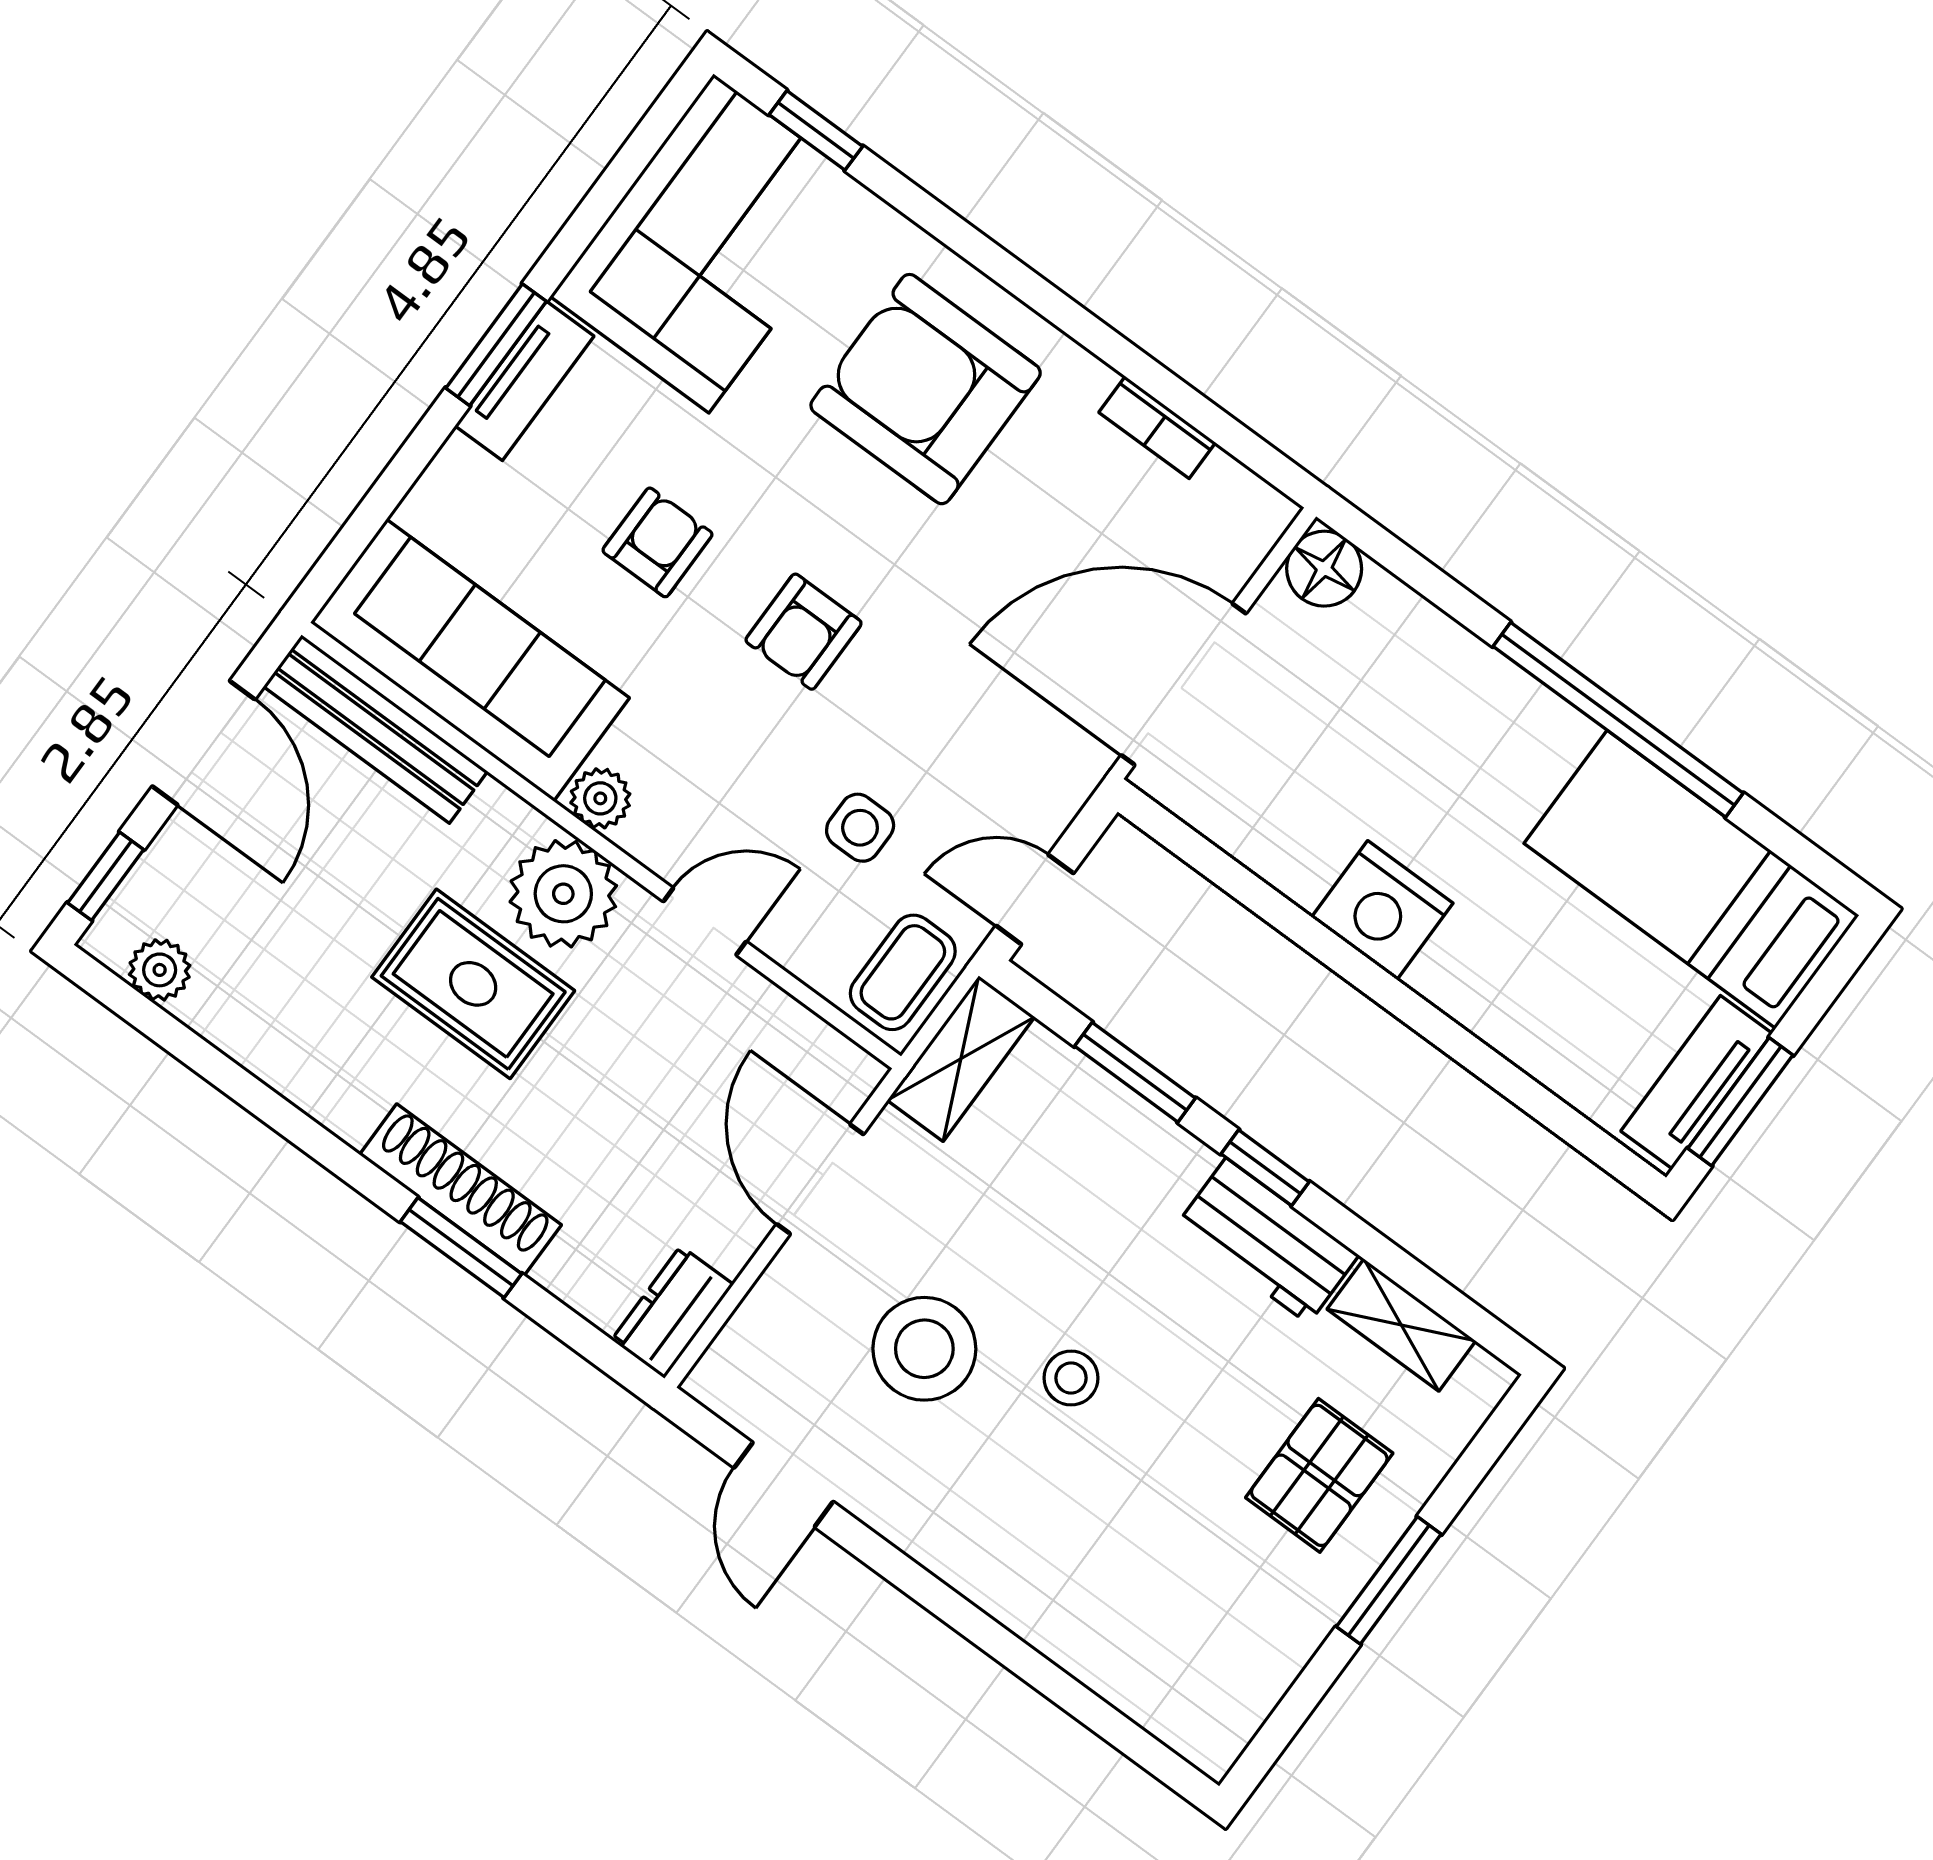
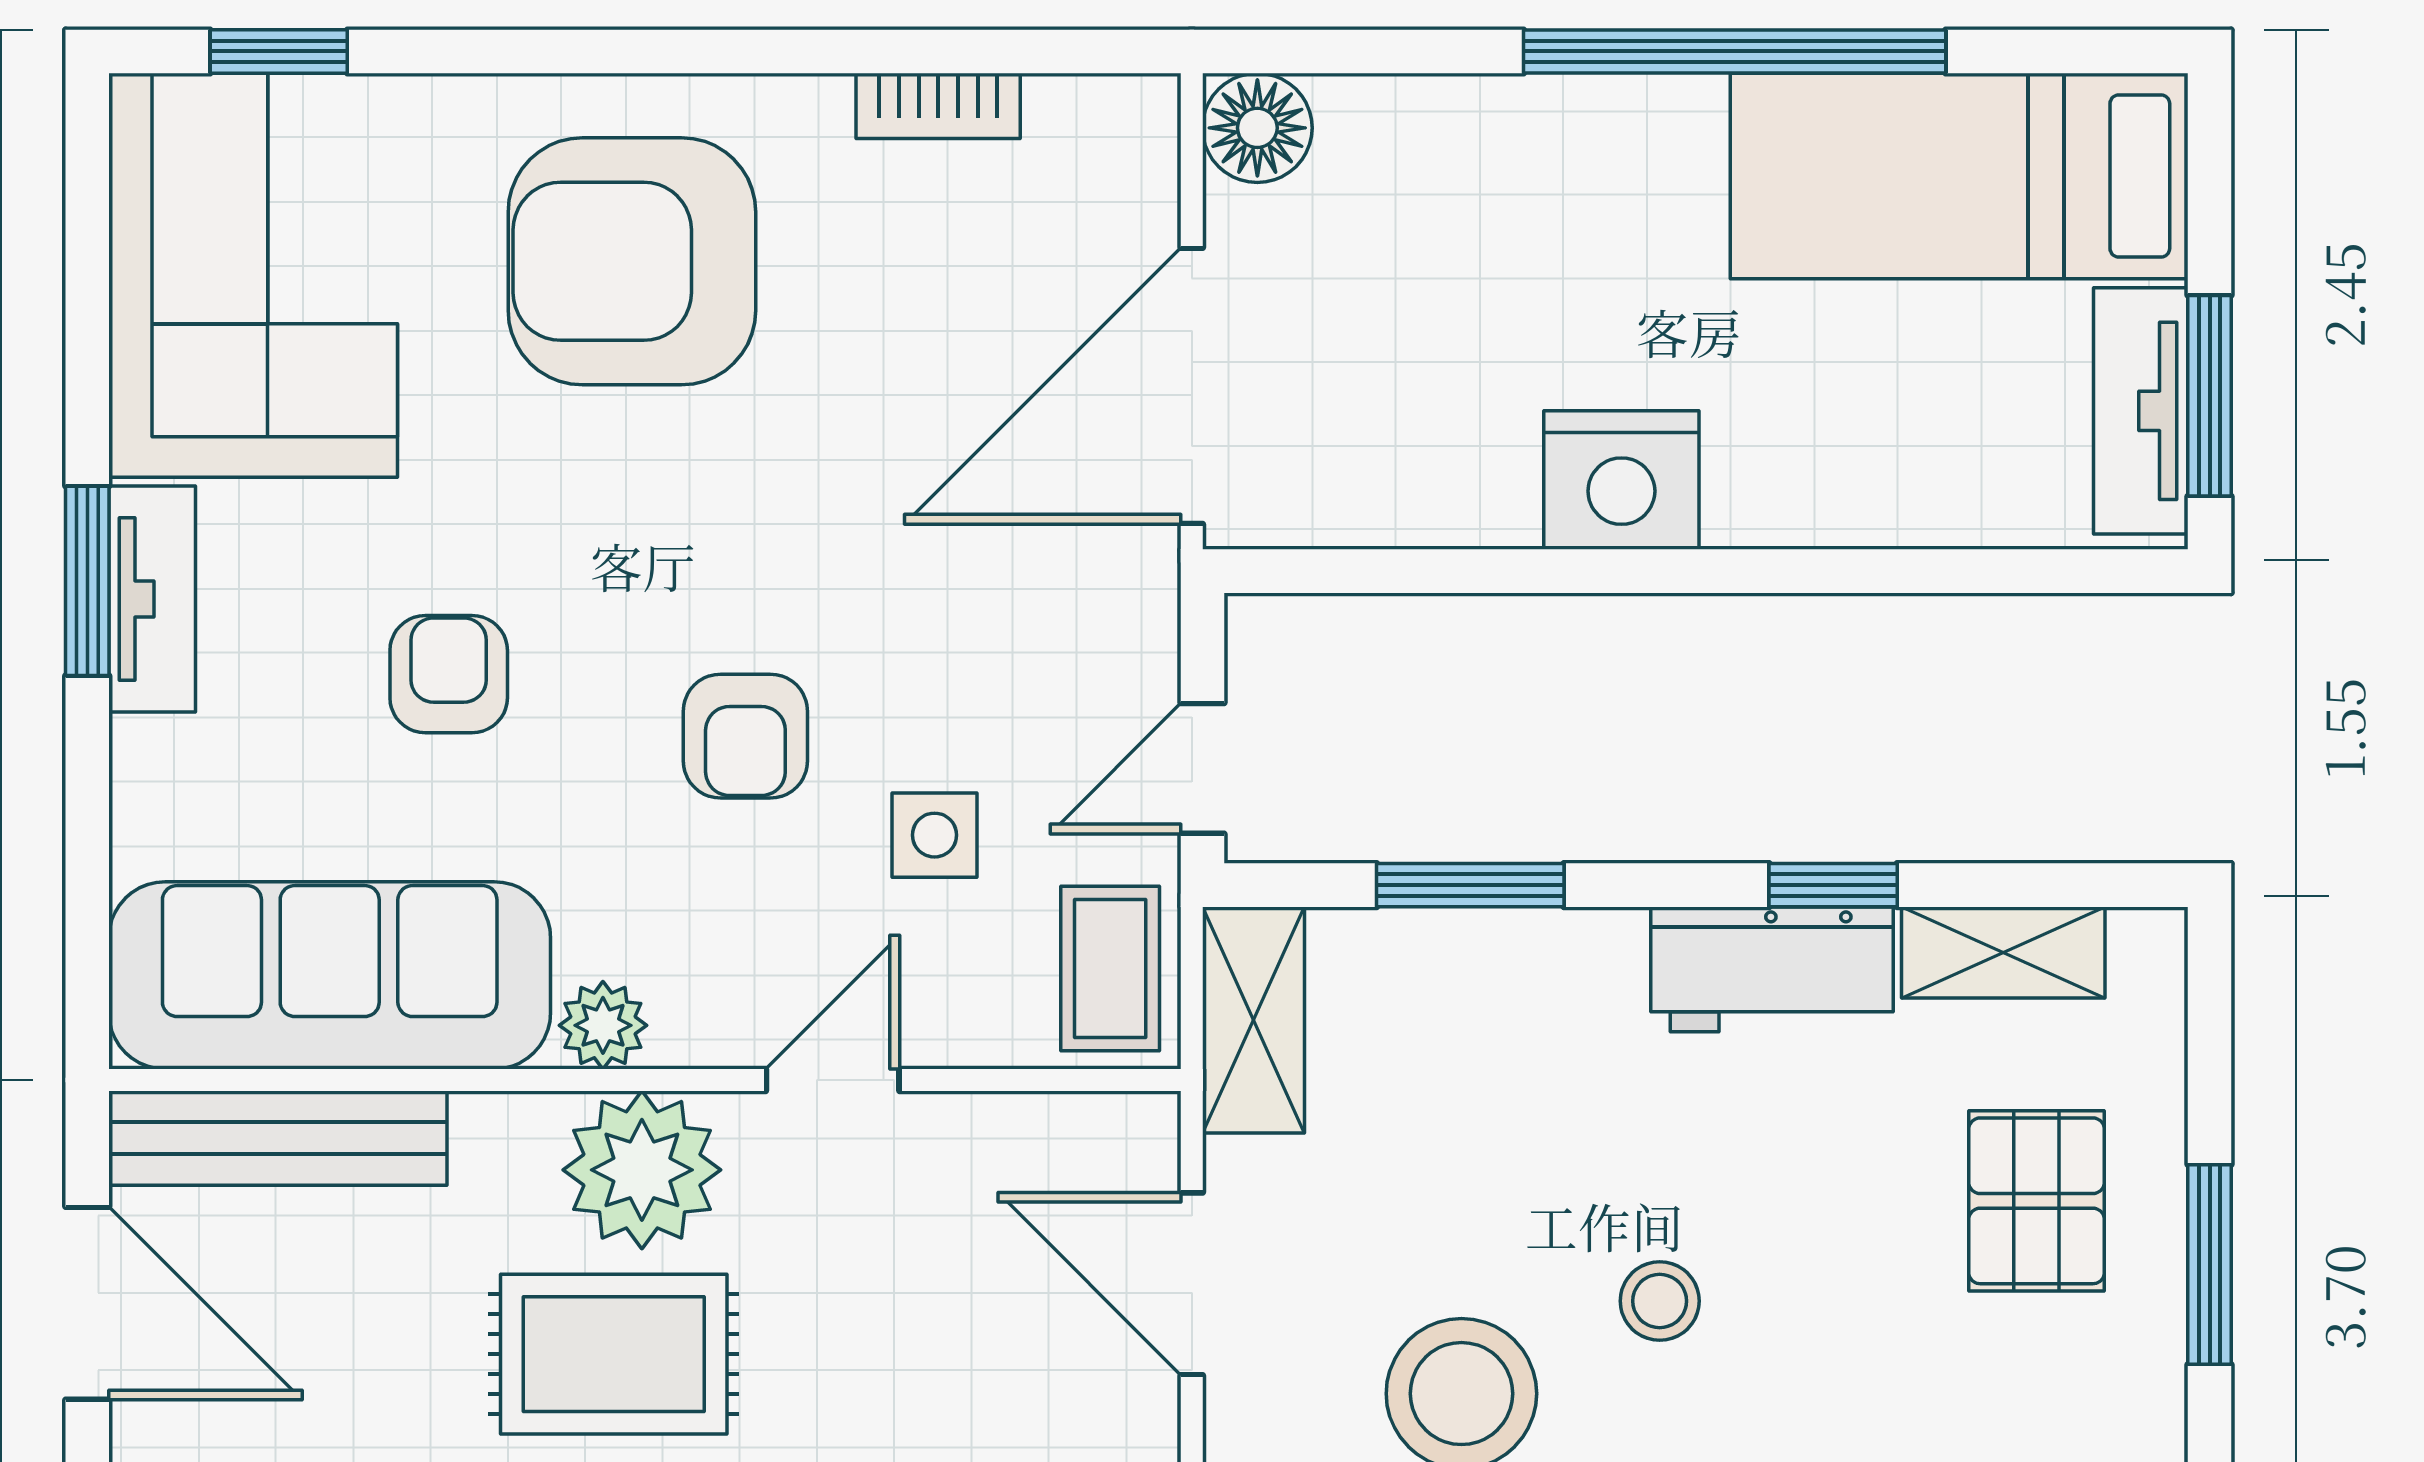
armchair: (804, 632) -> (745, 736), moved
window: (1265, 1168) -> (1833, 885), moved

